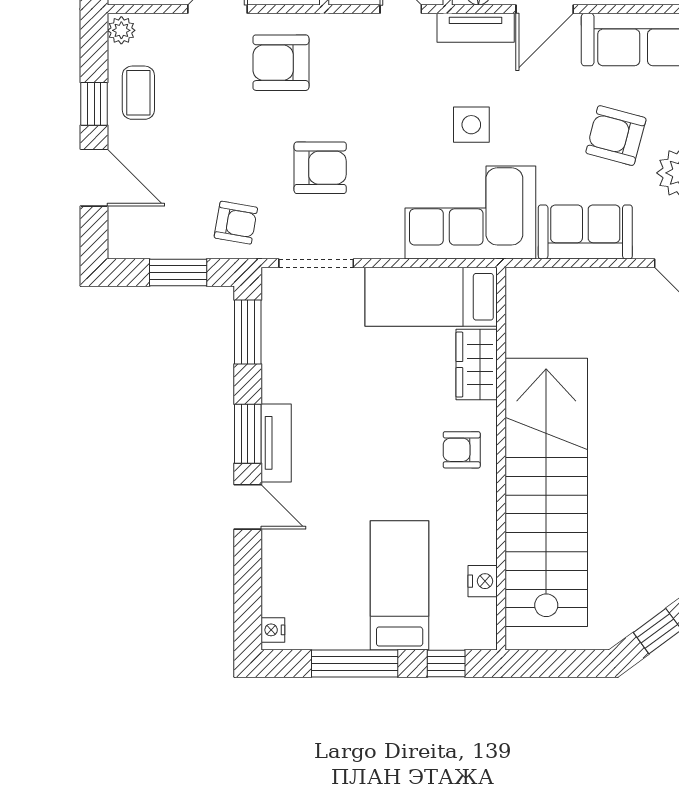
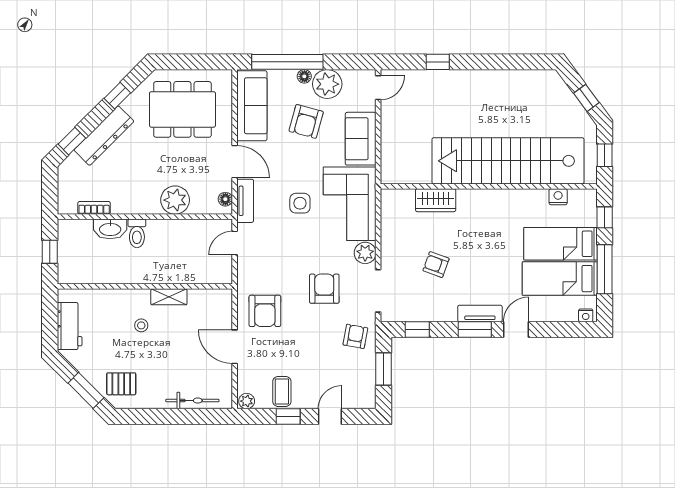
coffee table: (138, 93) -> (282, 391), turned 90
door: (94, 178) -> (330, 416), width x0.73
plant: (383, 240) -> (365, 253), added
bed: (431, 297) -> (560, 279), moved, turned 90
window: (248, 332) -> (417, 330), width x0.67
armchair: (462, 450) -> (436, 265), moved, turned 110
window: (556, 663) -> (605, 155), added

